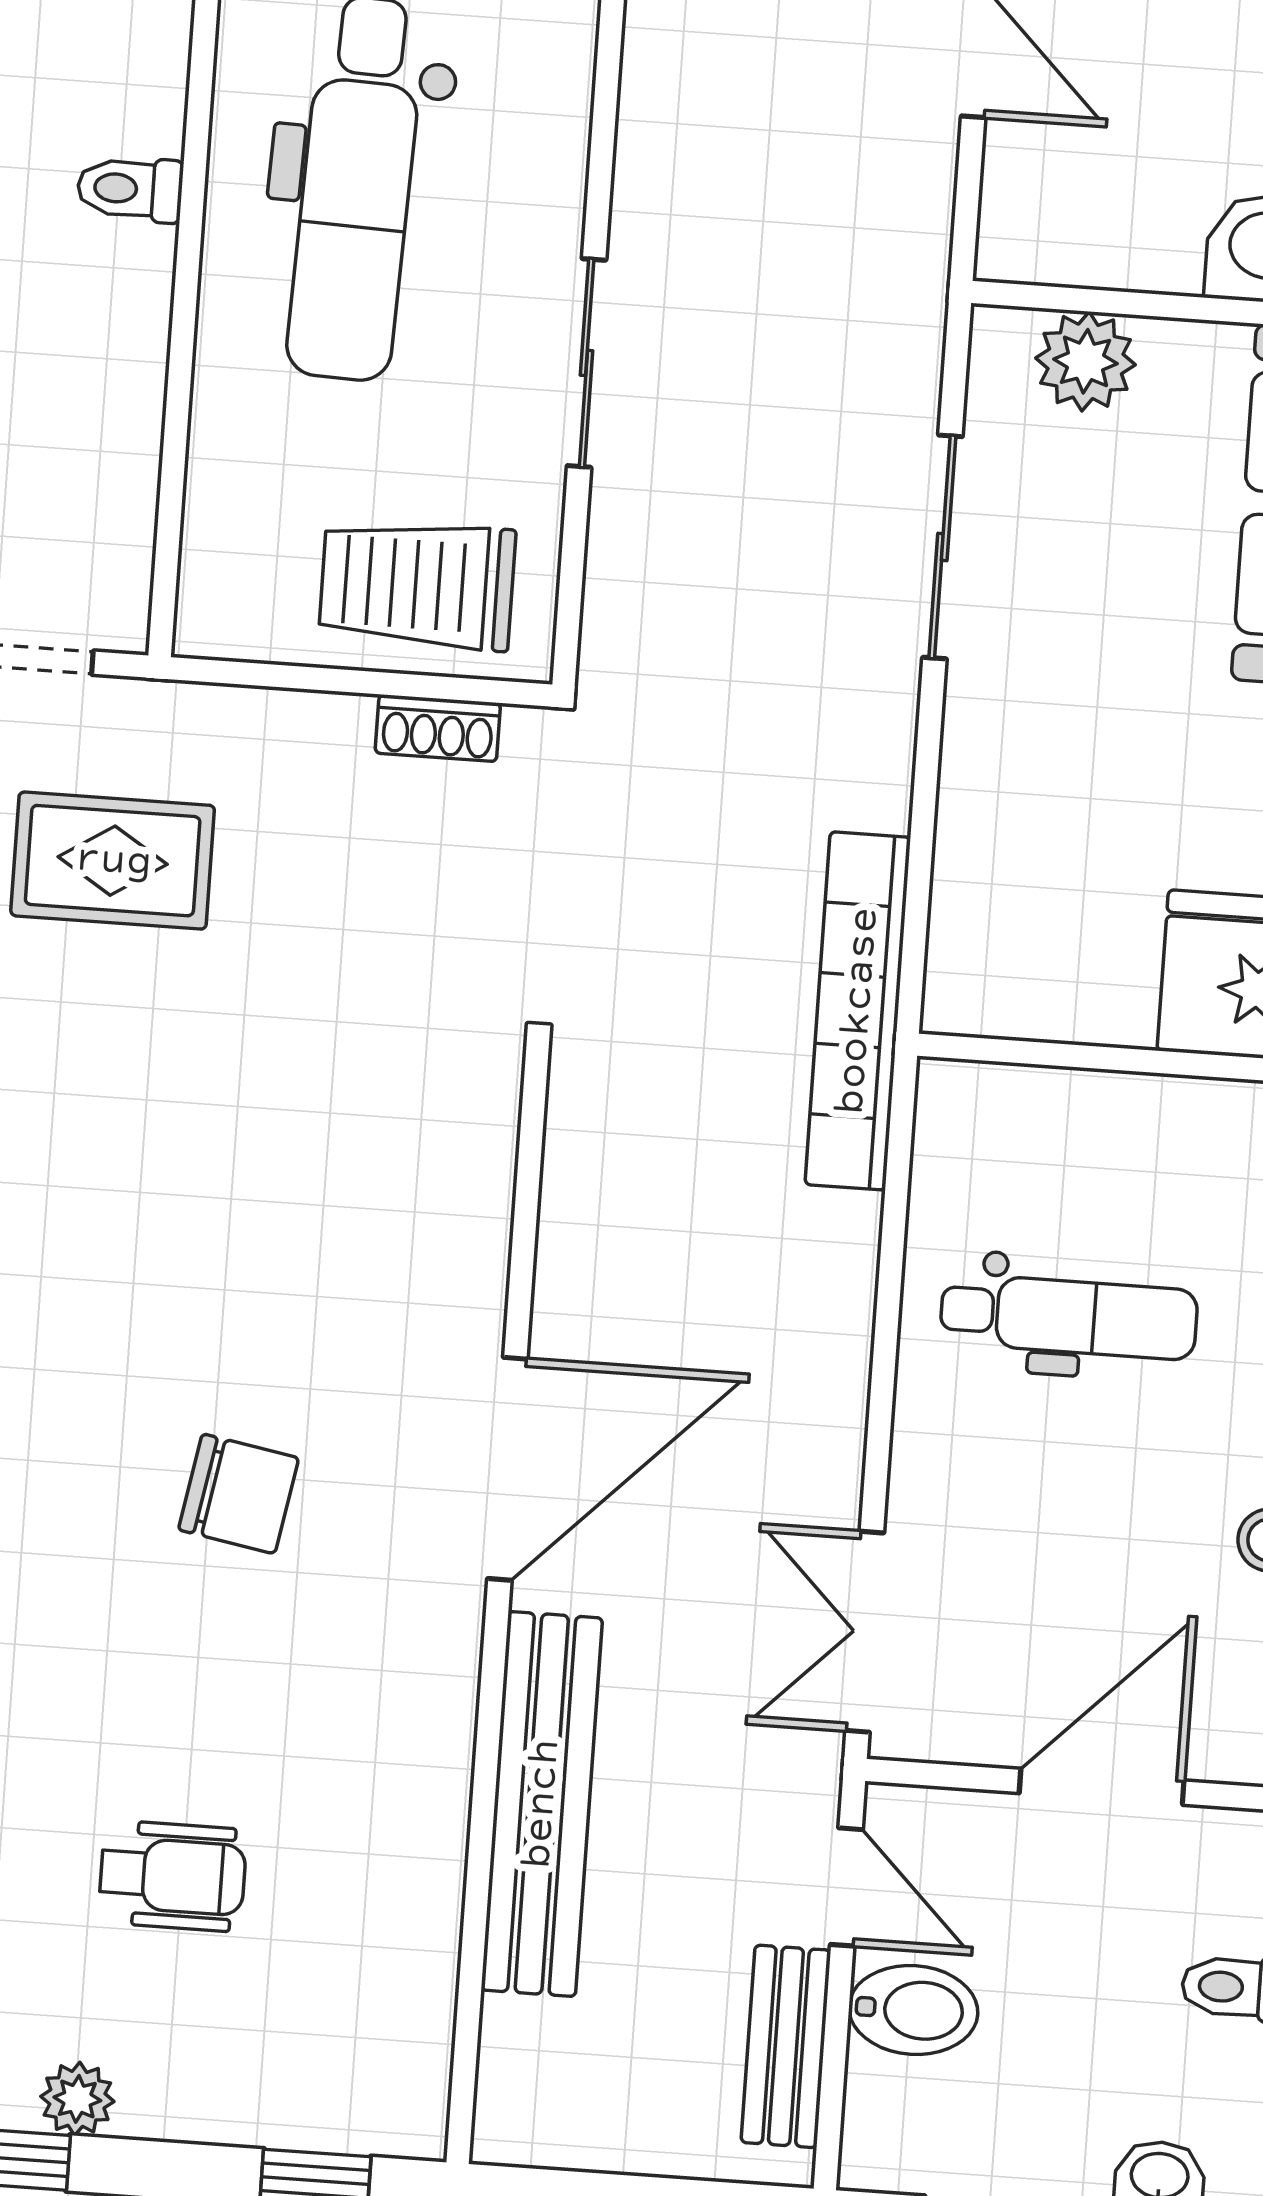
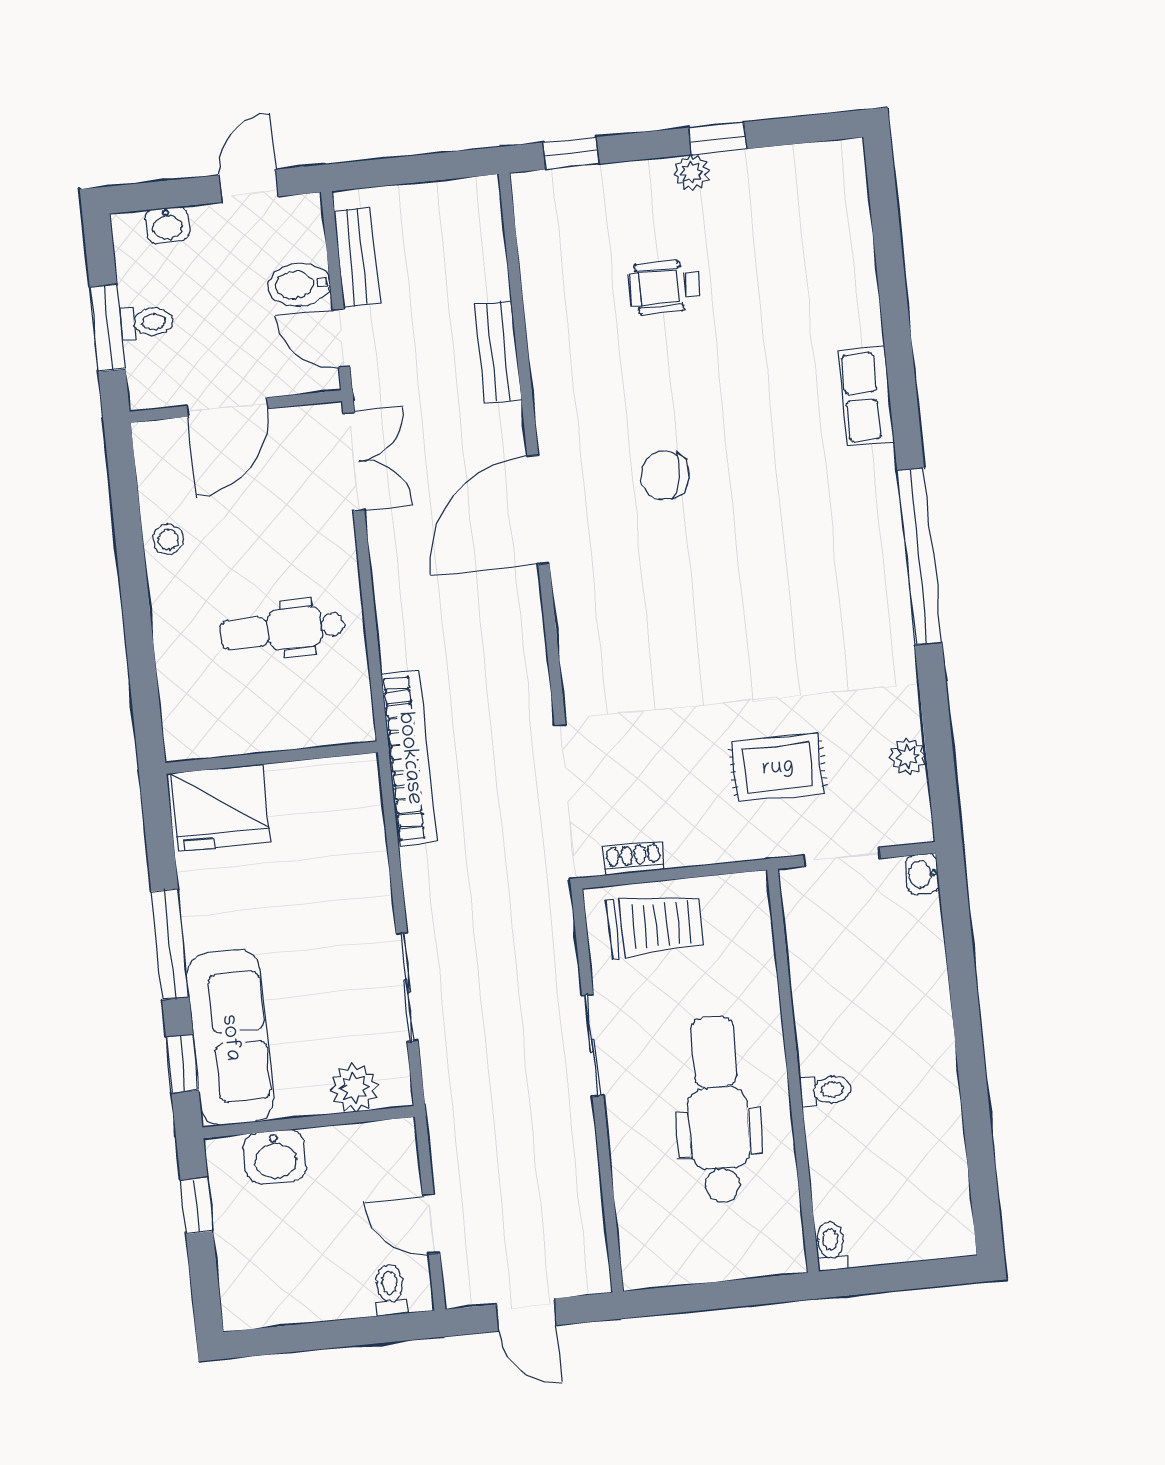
bench: (542, 1804) -> (498, 352), width x0.54, depth x0.82

